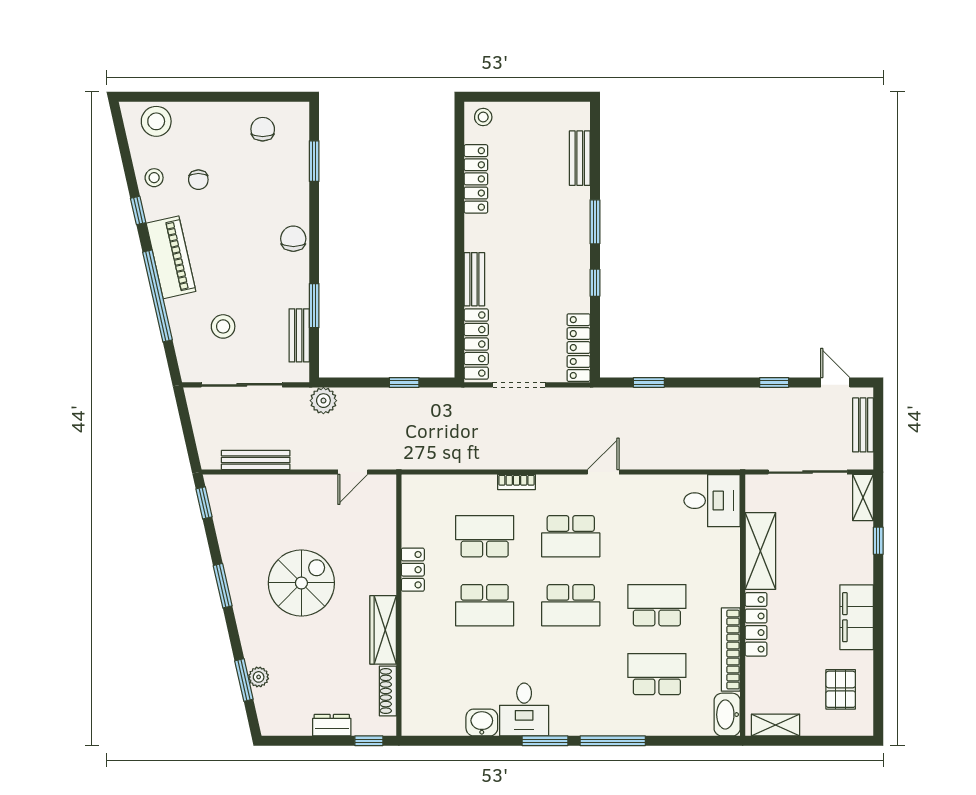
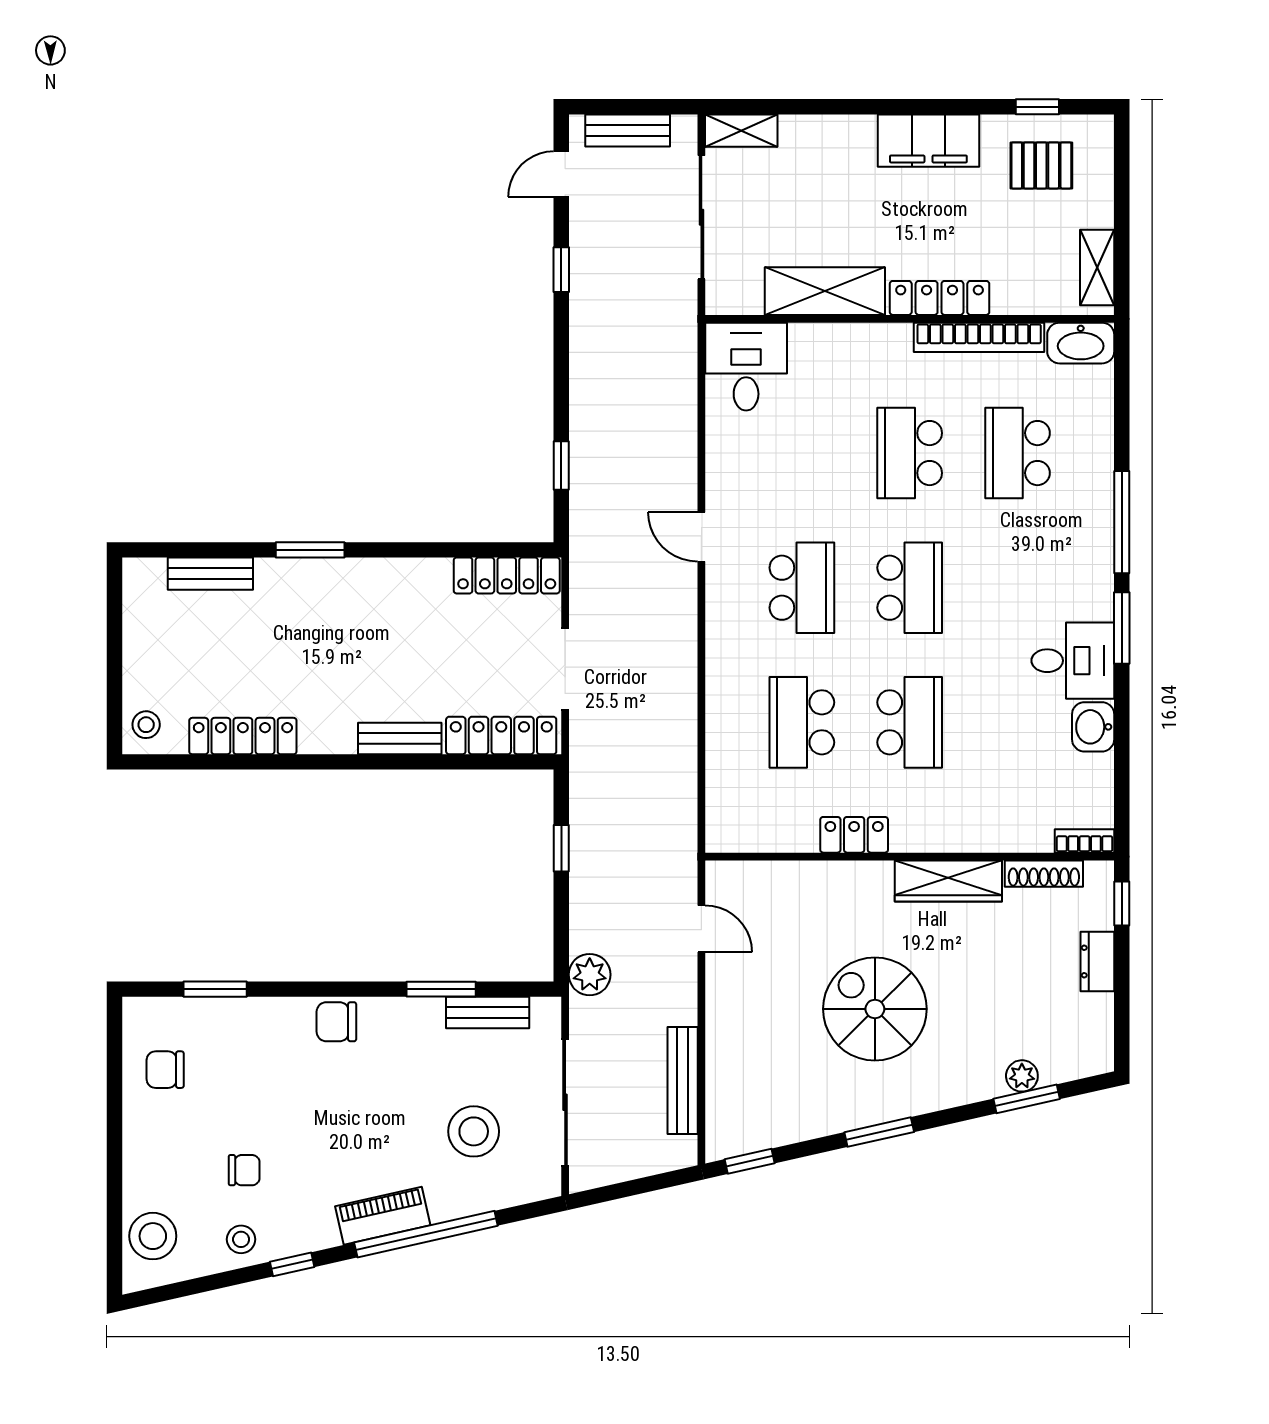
piano: (171, 257) -> (383, 1216), width x0.73, depth x0.75
window: (595, 283) -> (405, 550), removed
stool: (223, 326) -> (474, 1131), width x1.38, depth x1.38
bookcase: (516, 482) -> (1085, 841), moved, turned -90
window: (878, 541) -> (1037, 107), moved

